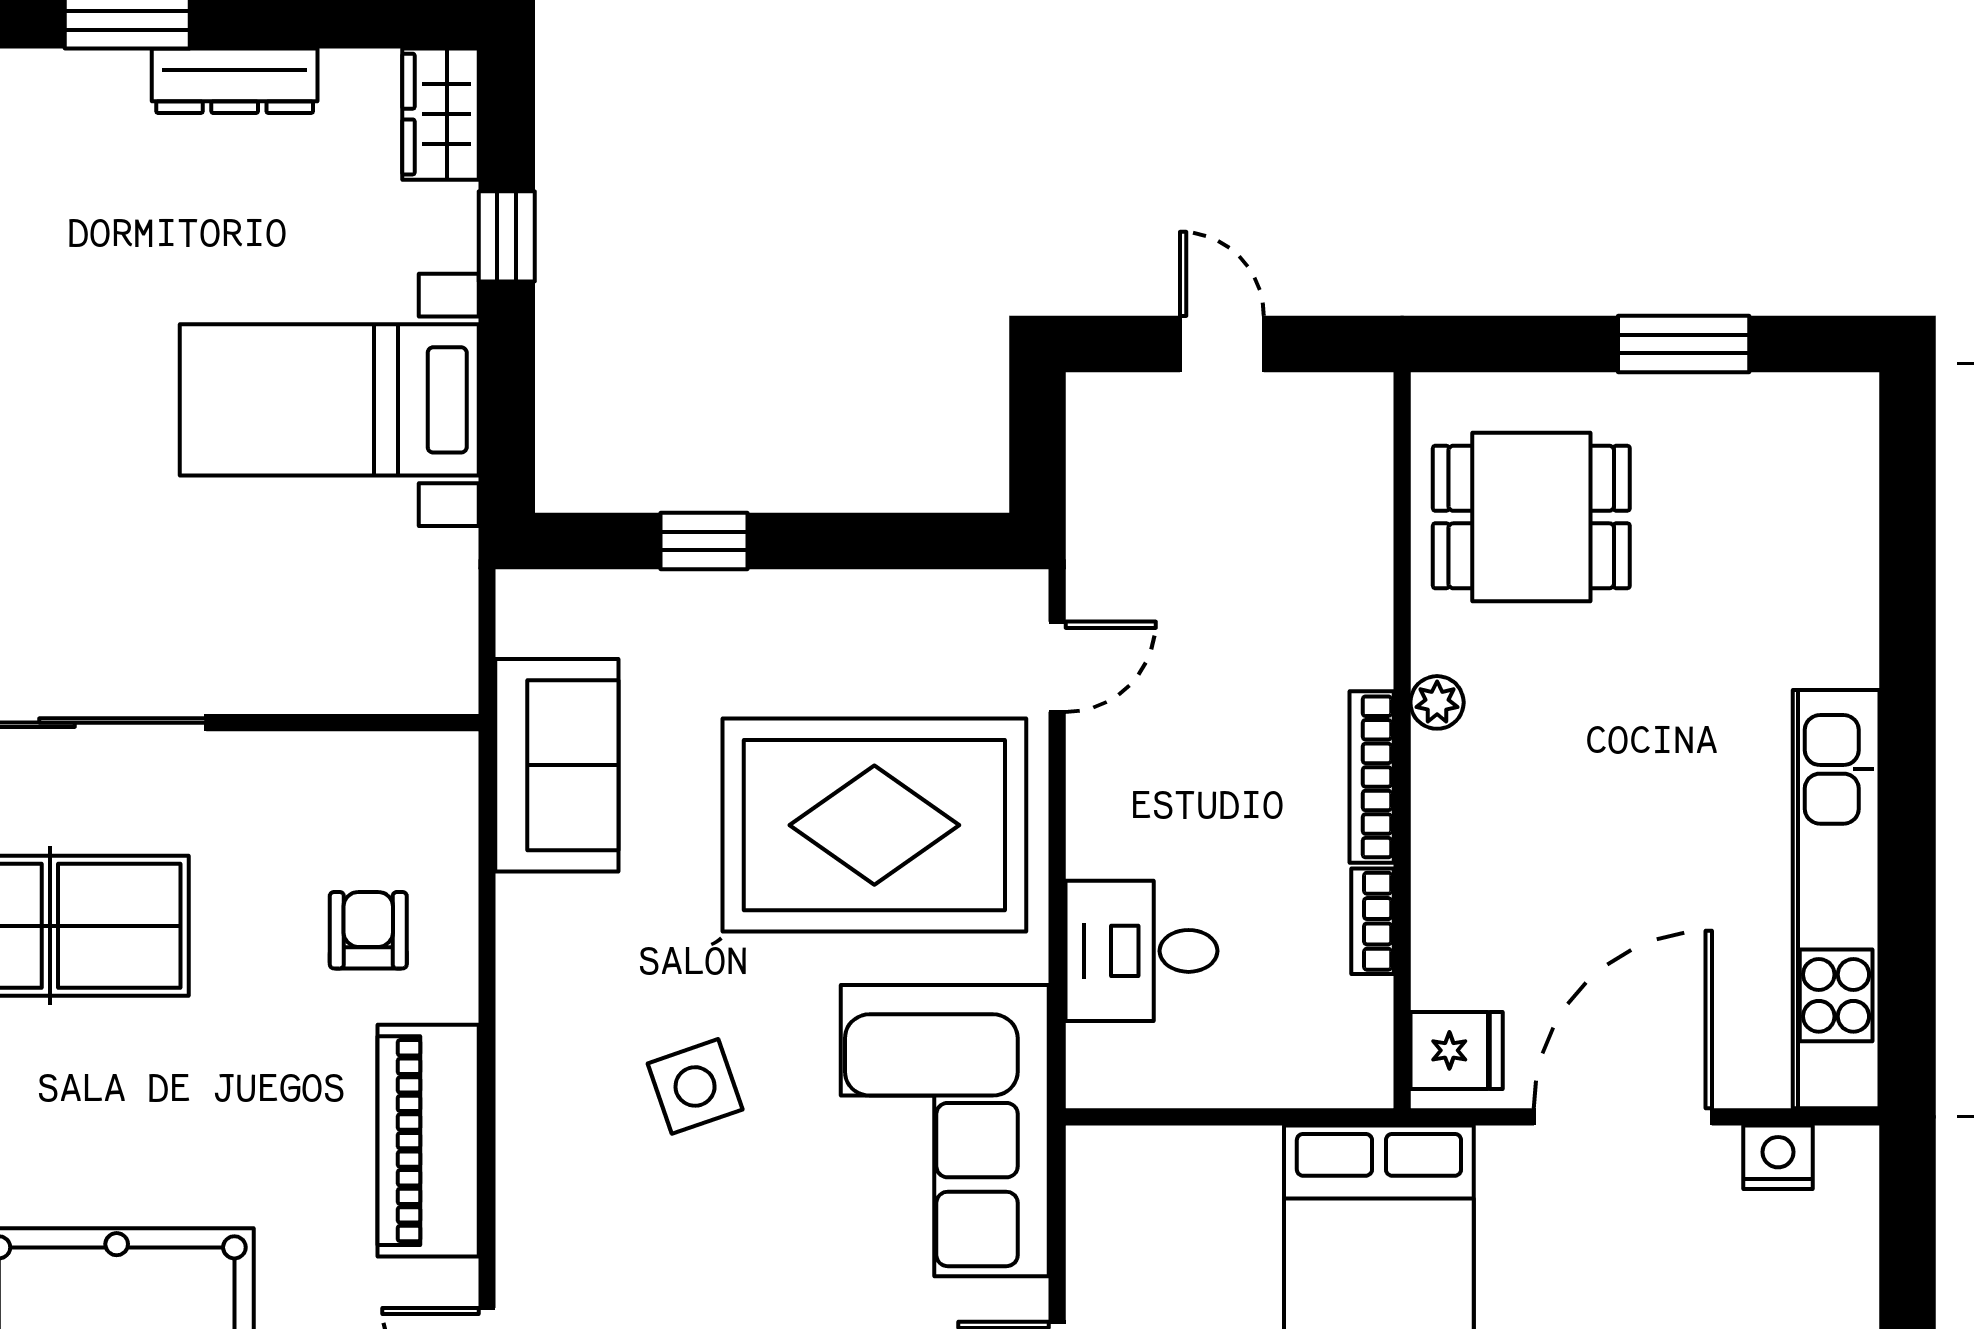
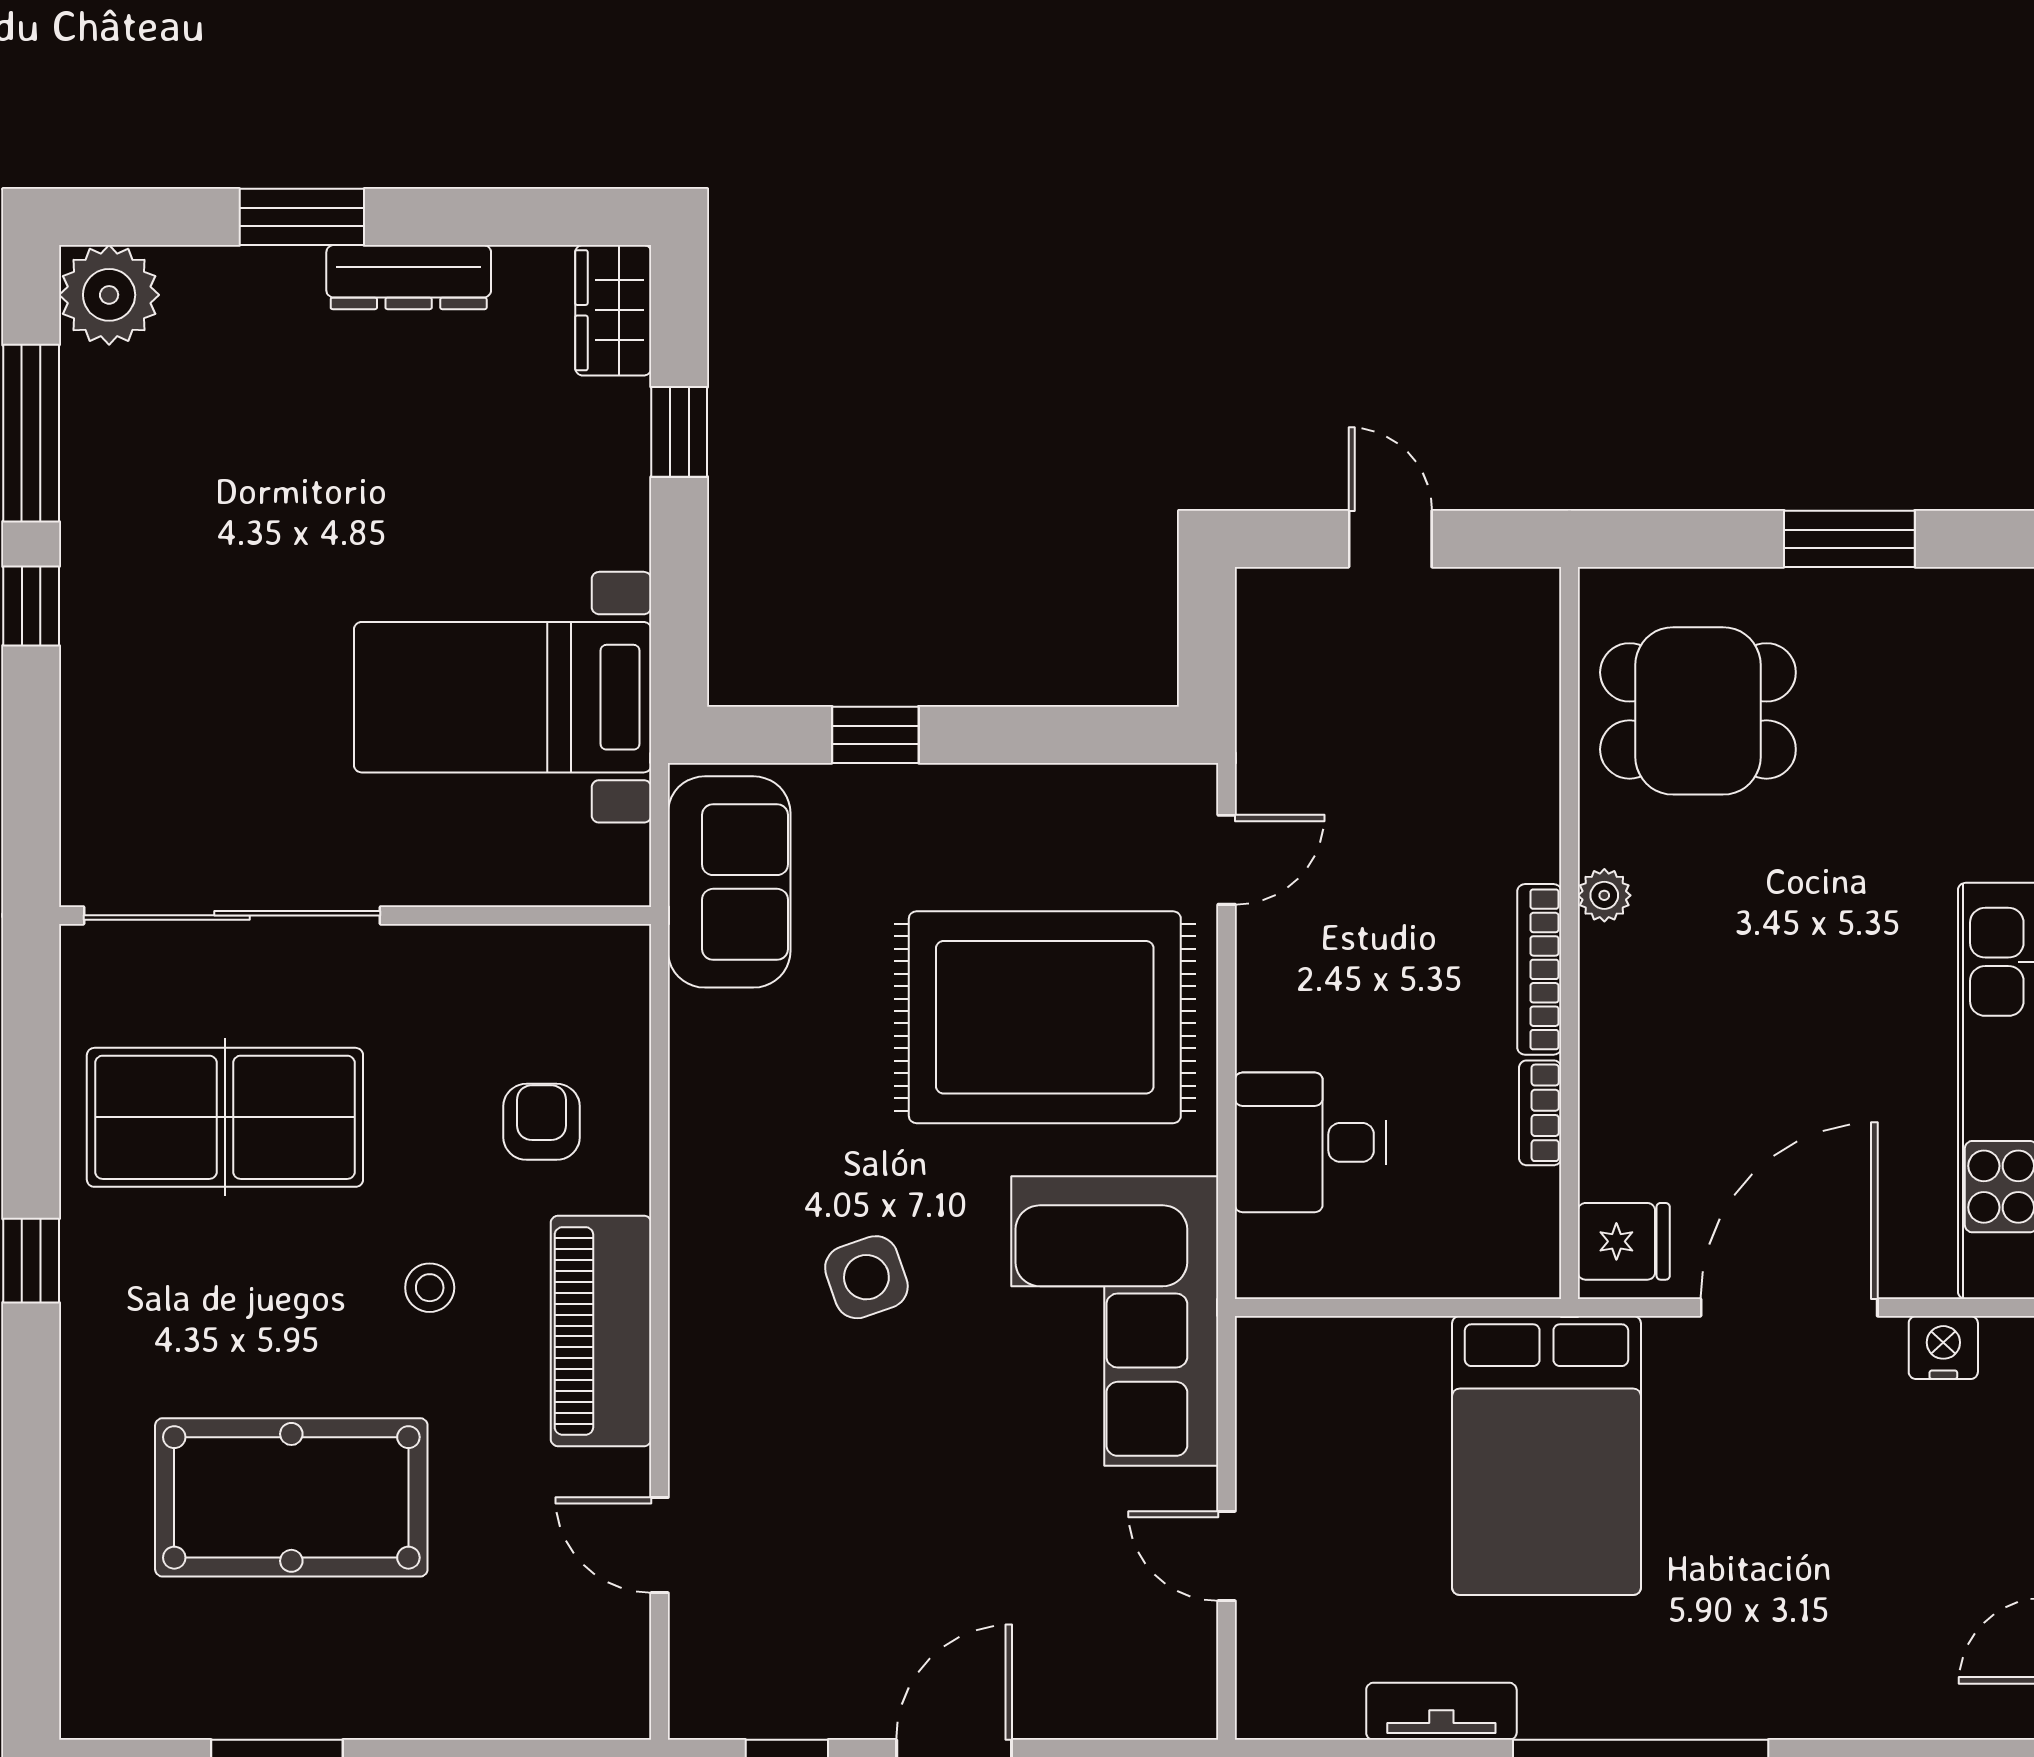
bed with nightstands: (329, 400) -> (503, 697), moved
sofa: (557, 765) -> (729, 882), moved
stool: (256, 1097) -> (430, 1288), added

